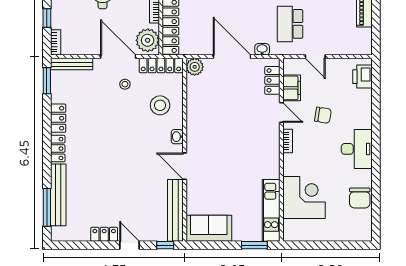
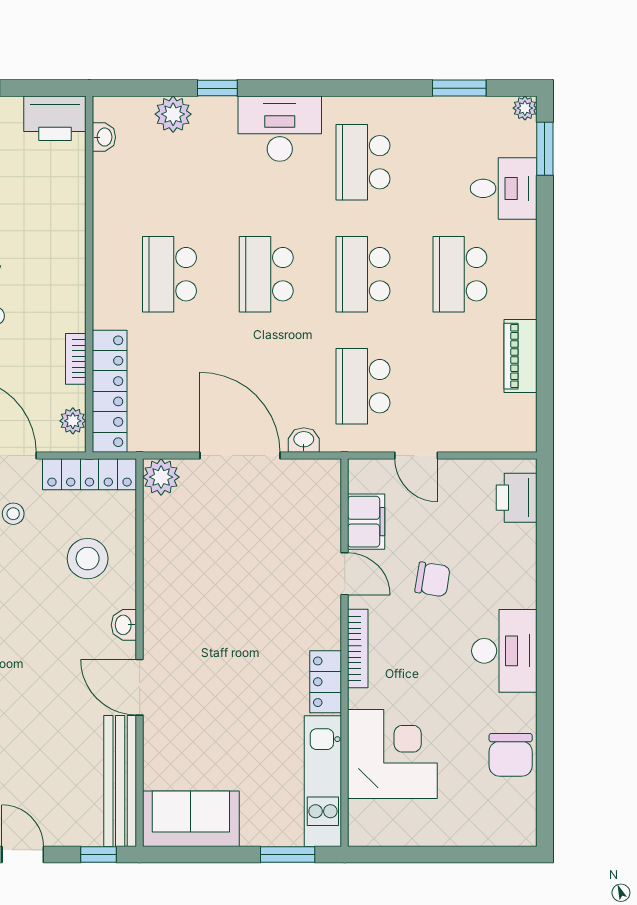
plant: (148, 40) -> (73, 421), width x0.53, depth x0.53
locker: (272, 80) -> (326, 682), moved
bookcase: (288, 141) -> (358, 648), width x1.56

